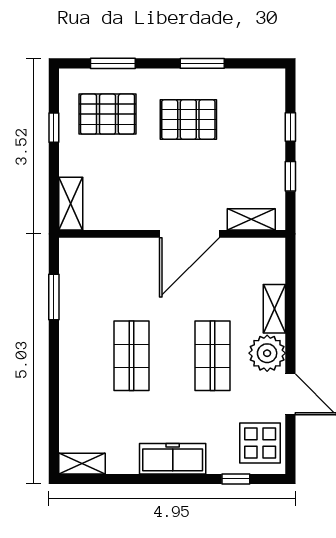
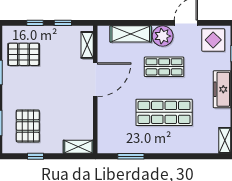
pallet: (188, 120) -> (24, 54), moved, turned 90
door: (190, 234) -> (95, 80), hinge flipped
shelving: (274, 309) -> (131, 34), width x1.50, depth x1.33
shop shelf: (132, 356) -> (164, 112), width x1.43, depth x1.36

